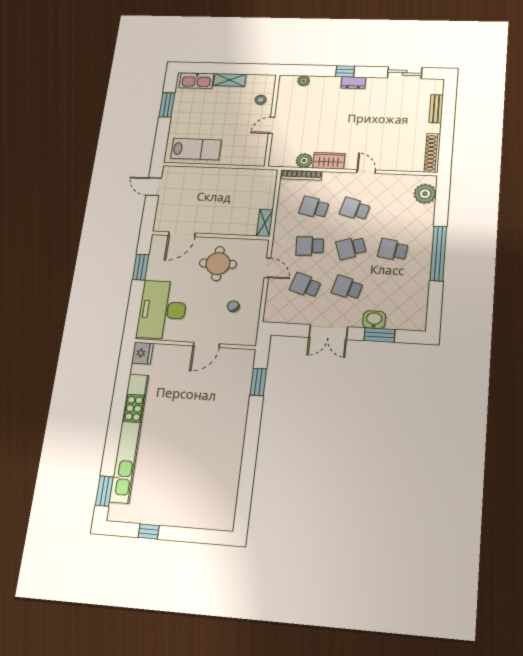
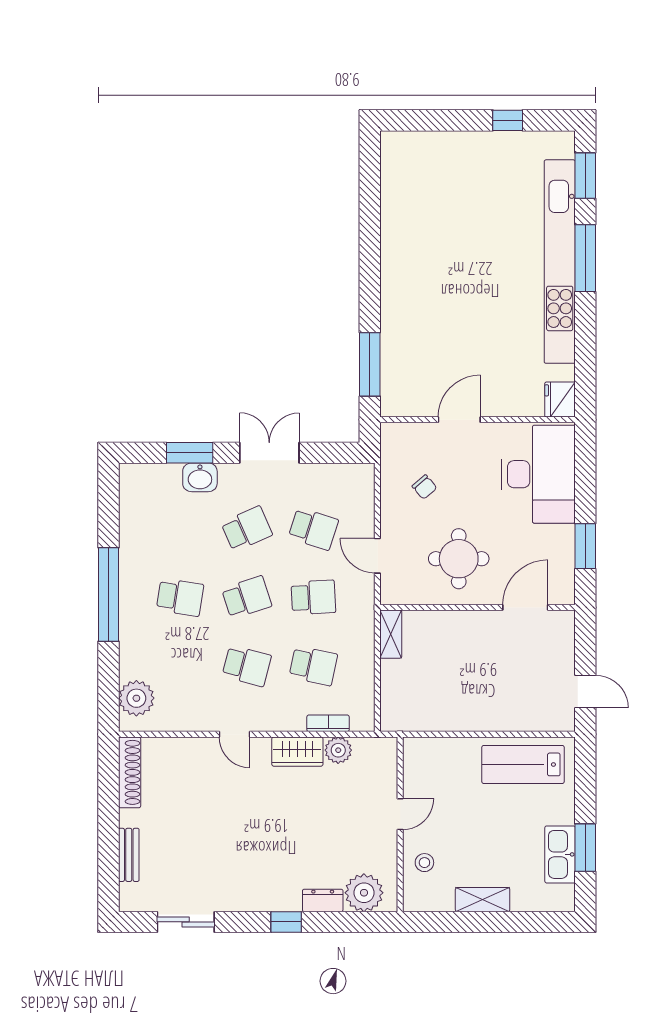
kitchen sink: (196, 81) -> (560, 854), moved, turned -90
plant: (303, 81) -> (364, 893), width x1.87, depth x1.87
dresser: (353, 83) -> (323, 900), moved
bookcase: (301, 175) -> (328, 723), width x0.64
school desk: (347, 288) -> (247, 529), turned -39
window: (258, 382) -> (370, 364), width x1.44
window: (113, 439) -> (585, 258), added

